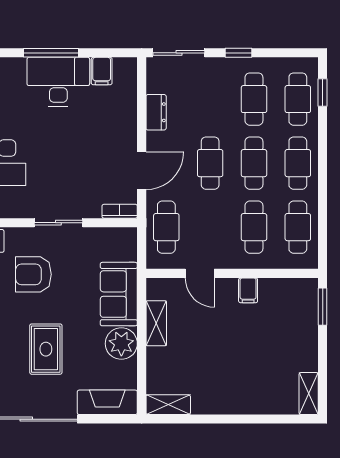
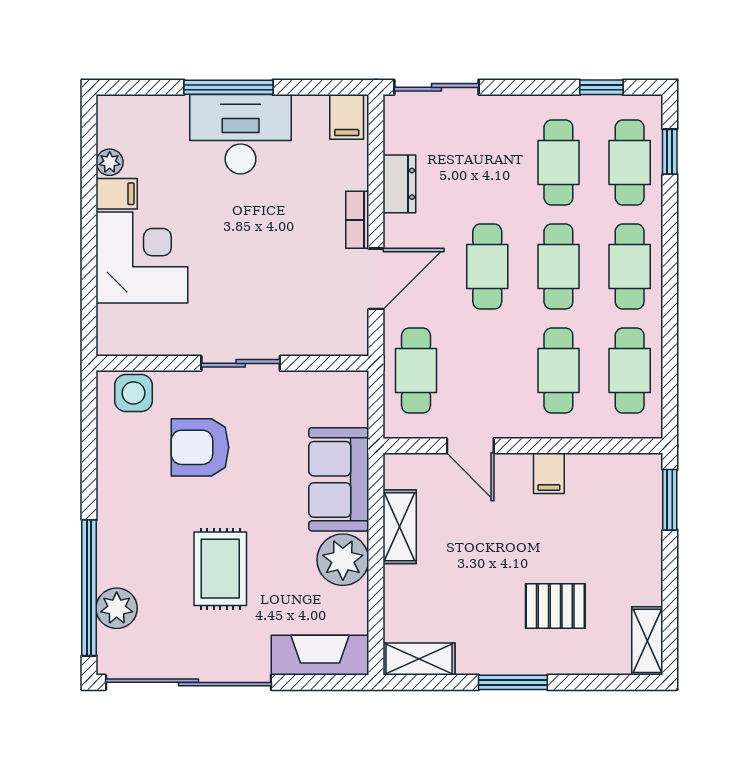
window: (238, 53) -> (601, 87), moved
filing cabinet: (102, 71) -> (347, 117), moved
bookcase: (120, 211) -> (357, 220), moved, turned -90
pallet: (252, 372) -> (555, 606), added
window: (226, 419) -> (513, 682), added

